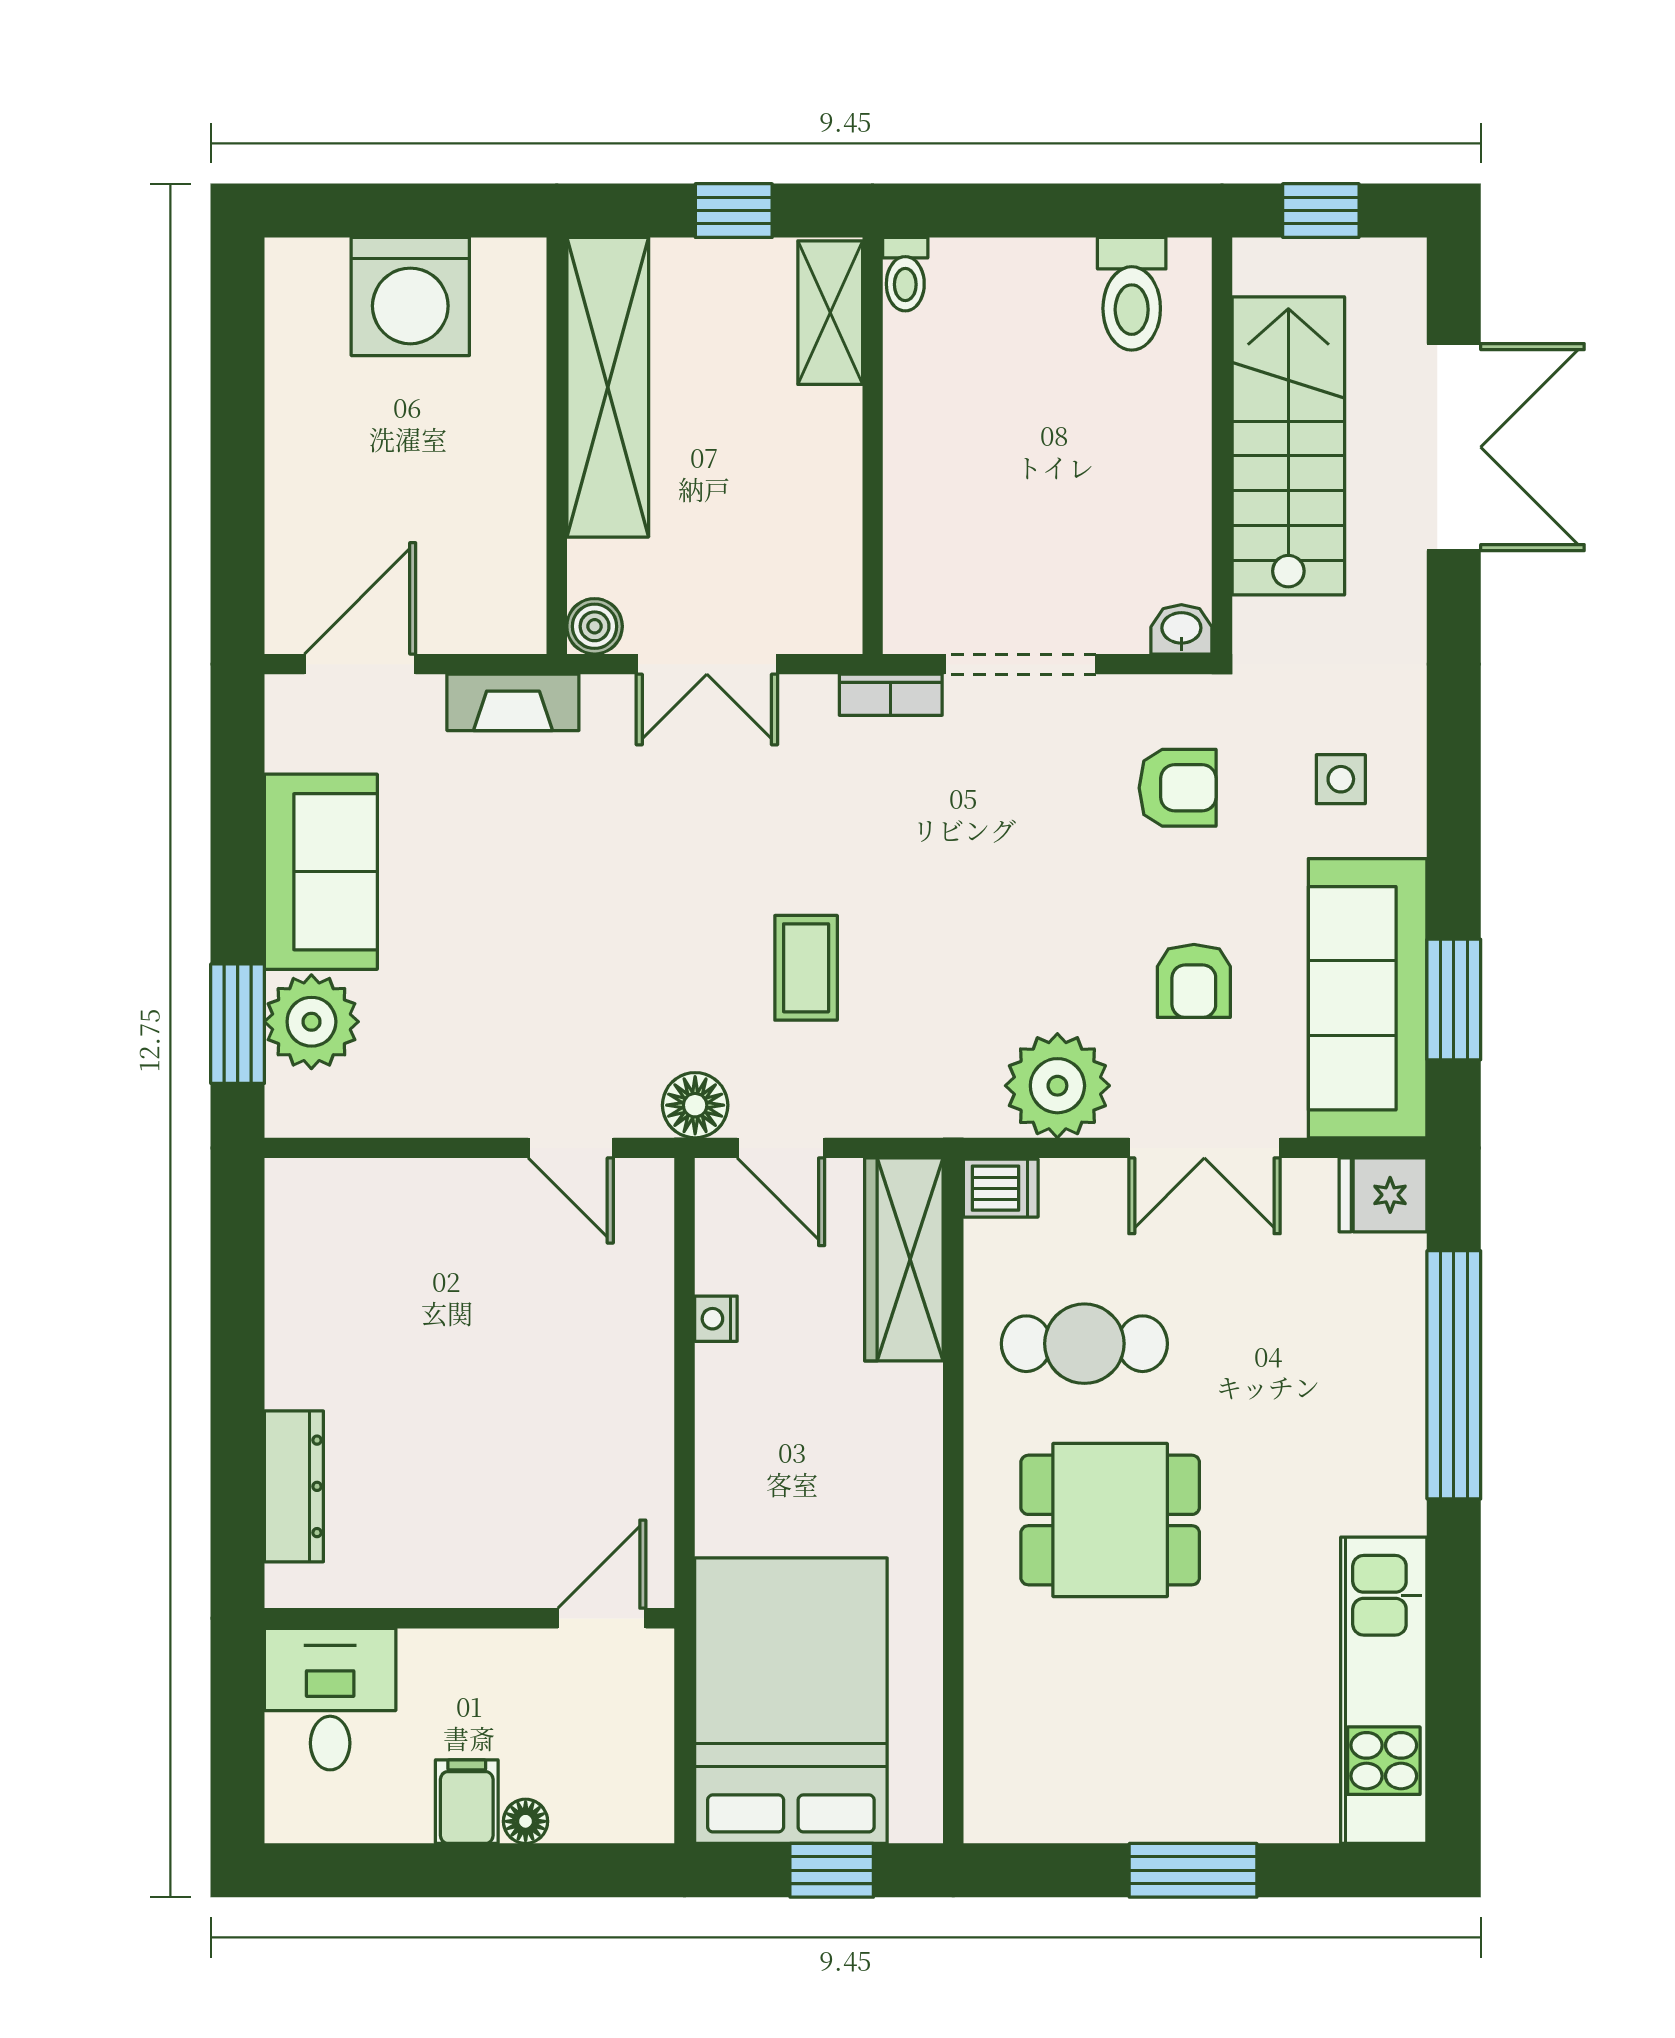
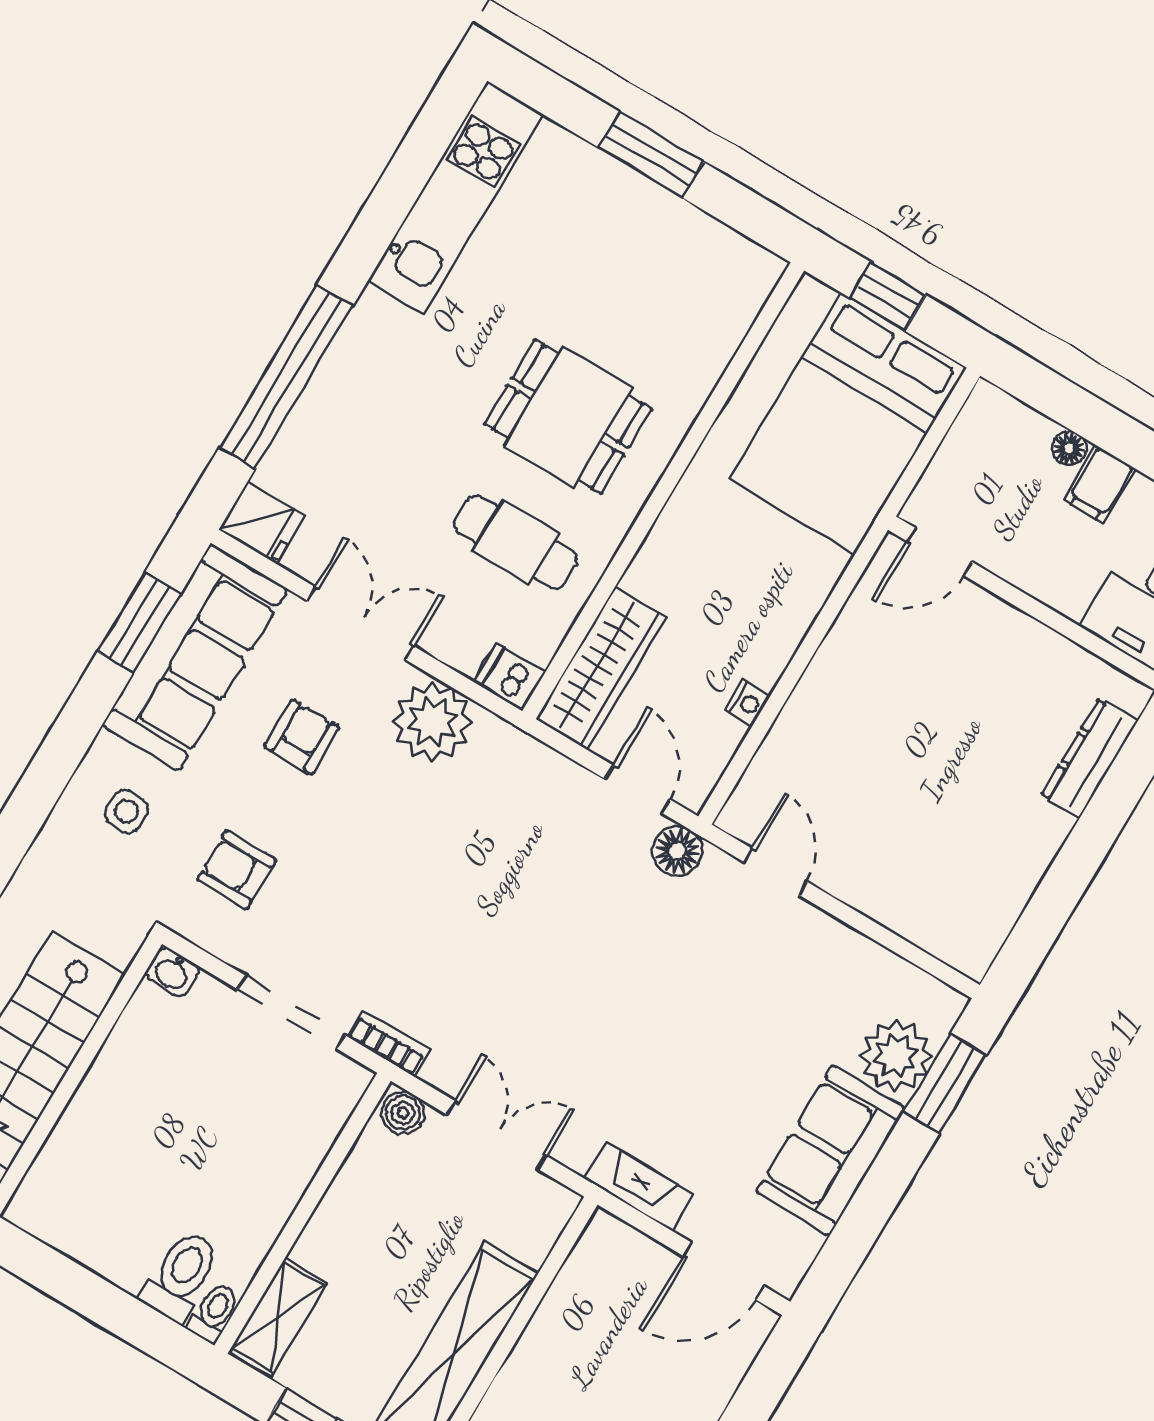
toilet: (1132, 294) -> (181, 1276), moved
boiler: (595, 626) -> (403, 1113), moved
coffee table: (806, 968) -> (551, 897), removed

